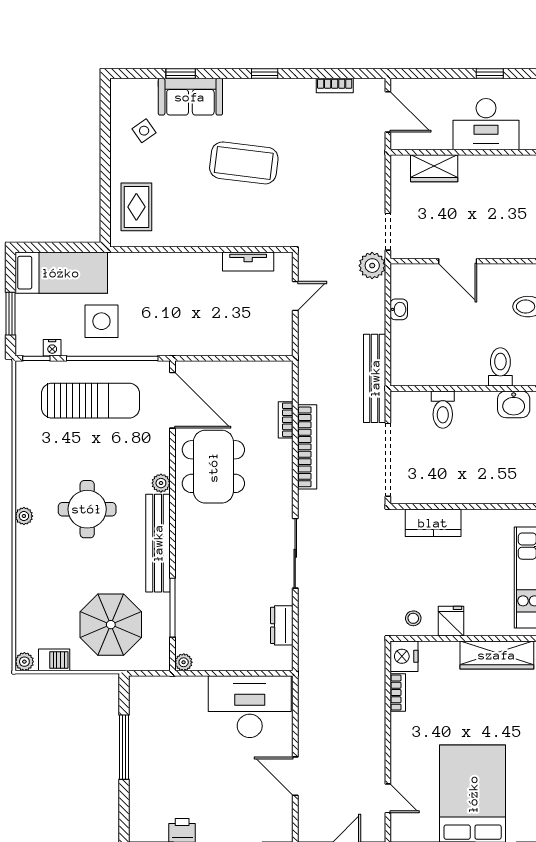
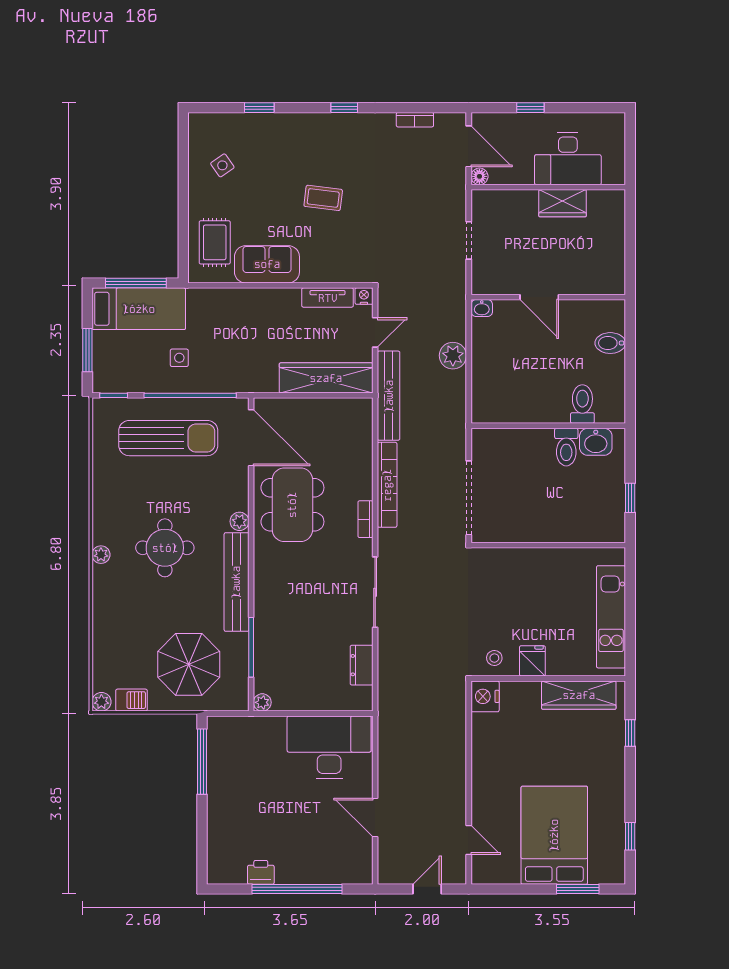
window: (490, 74) -> (530, 108), moved
sofa: (190, 97) -> (267, 264), moved, turned 180
floor lamp: (399, 142) -> (479, 176), added
coffee table: (244, 163) -> (323, 198), width x0.54, depth x0.58
wardrobe: (434, 168) -> (563, 203), moved
doorway: (388, 232) -> (469, 240), moved
window: (58, 247) -> (136, 283), added
plant: (372, 266) -> (453, 356), moved
washbasin: (399, 309) -> (482, 308), moved, turned 90
side table: (101, 321) -> (179, 358), width x0.54, depth x0.54
wardrobe: (247, 341) -> (326, 378), added
nightstand: (52, 348) -> (364, 296), moved, turned 180
bench: (375, 378) -> (389, 396), moved
toilet: (443, 410) -> (566, 447), moved
bookcase: (286, 420) -> (365, 519), moved
kitchen counter: (433, 523) -> (514, 561), removed
bookcase: (398, 693) -> (479, 733), removed
window: (124, 747) -> (202, 762), moved

